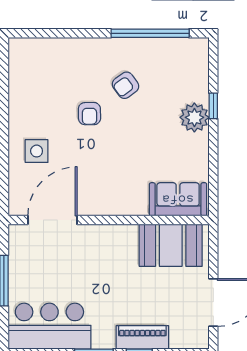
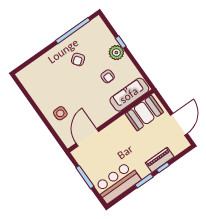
armchair: (89, 114) -> (108, 76), moved
sofa: (178, 199) -> (129, 95), width x1.36

